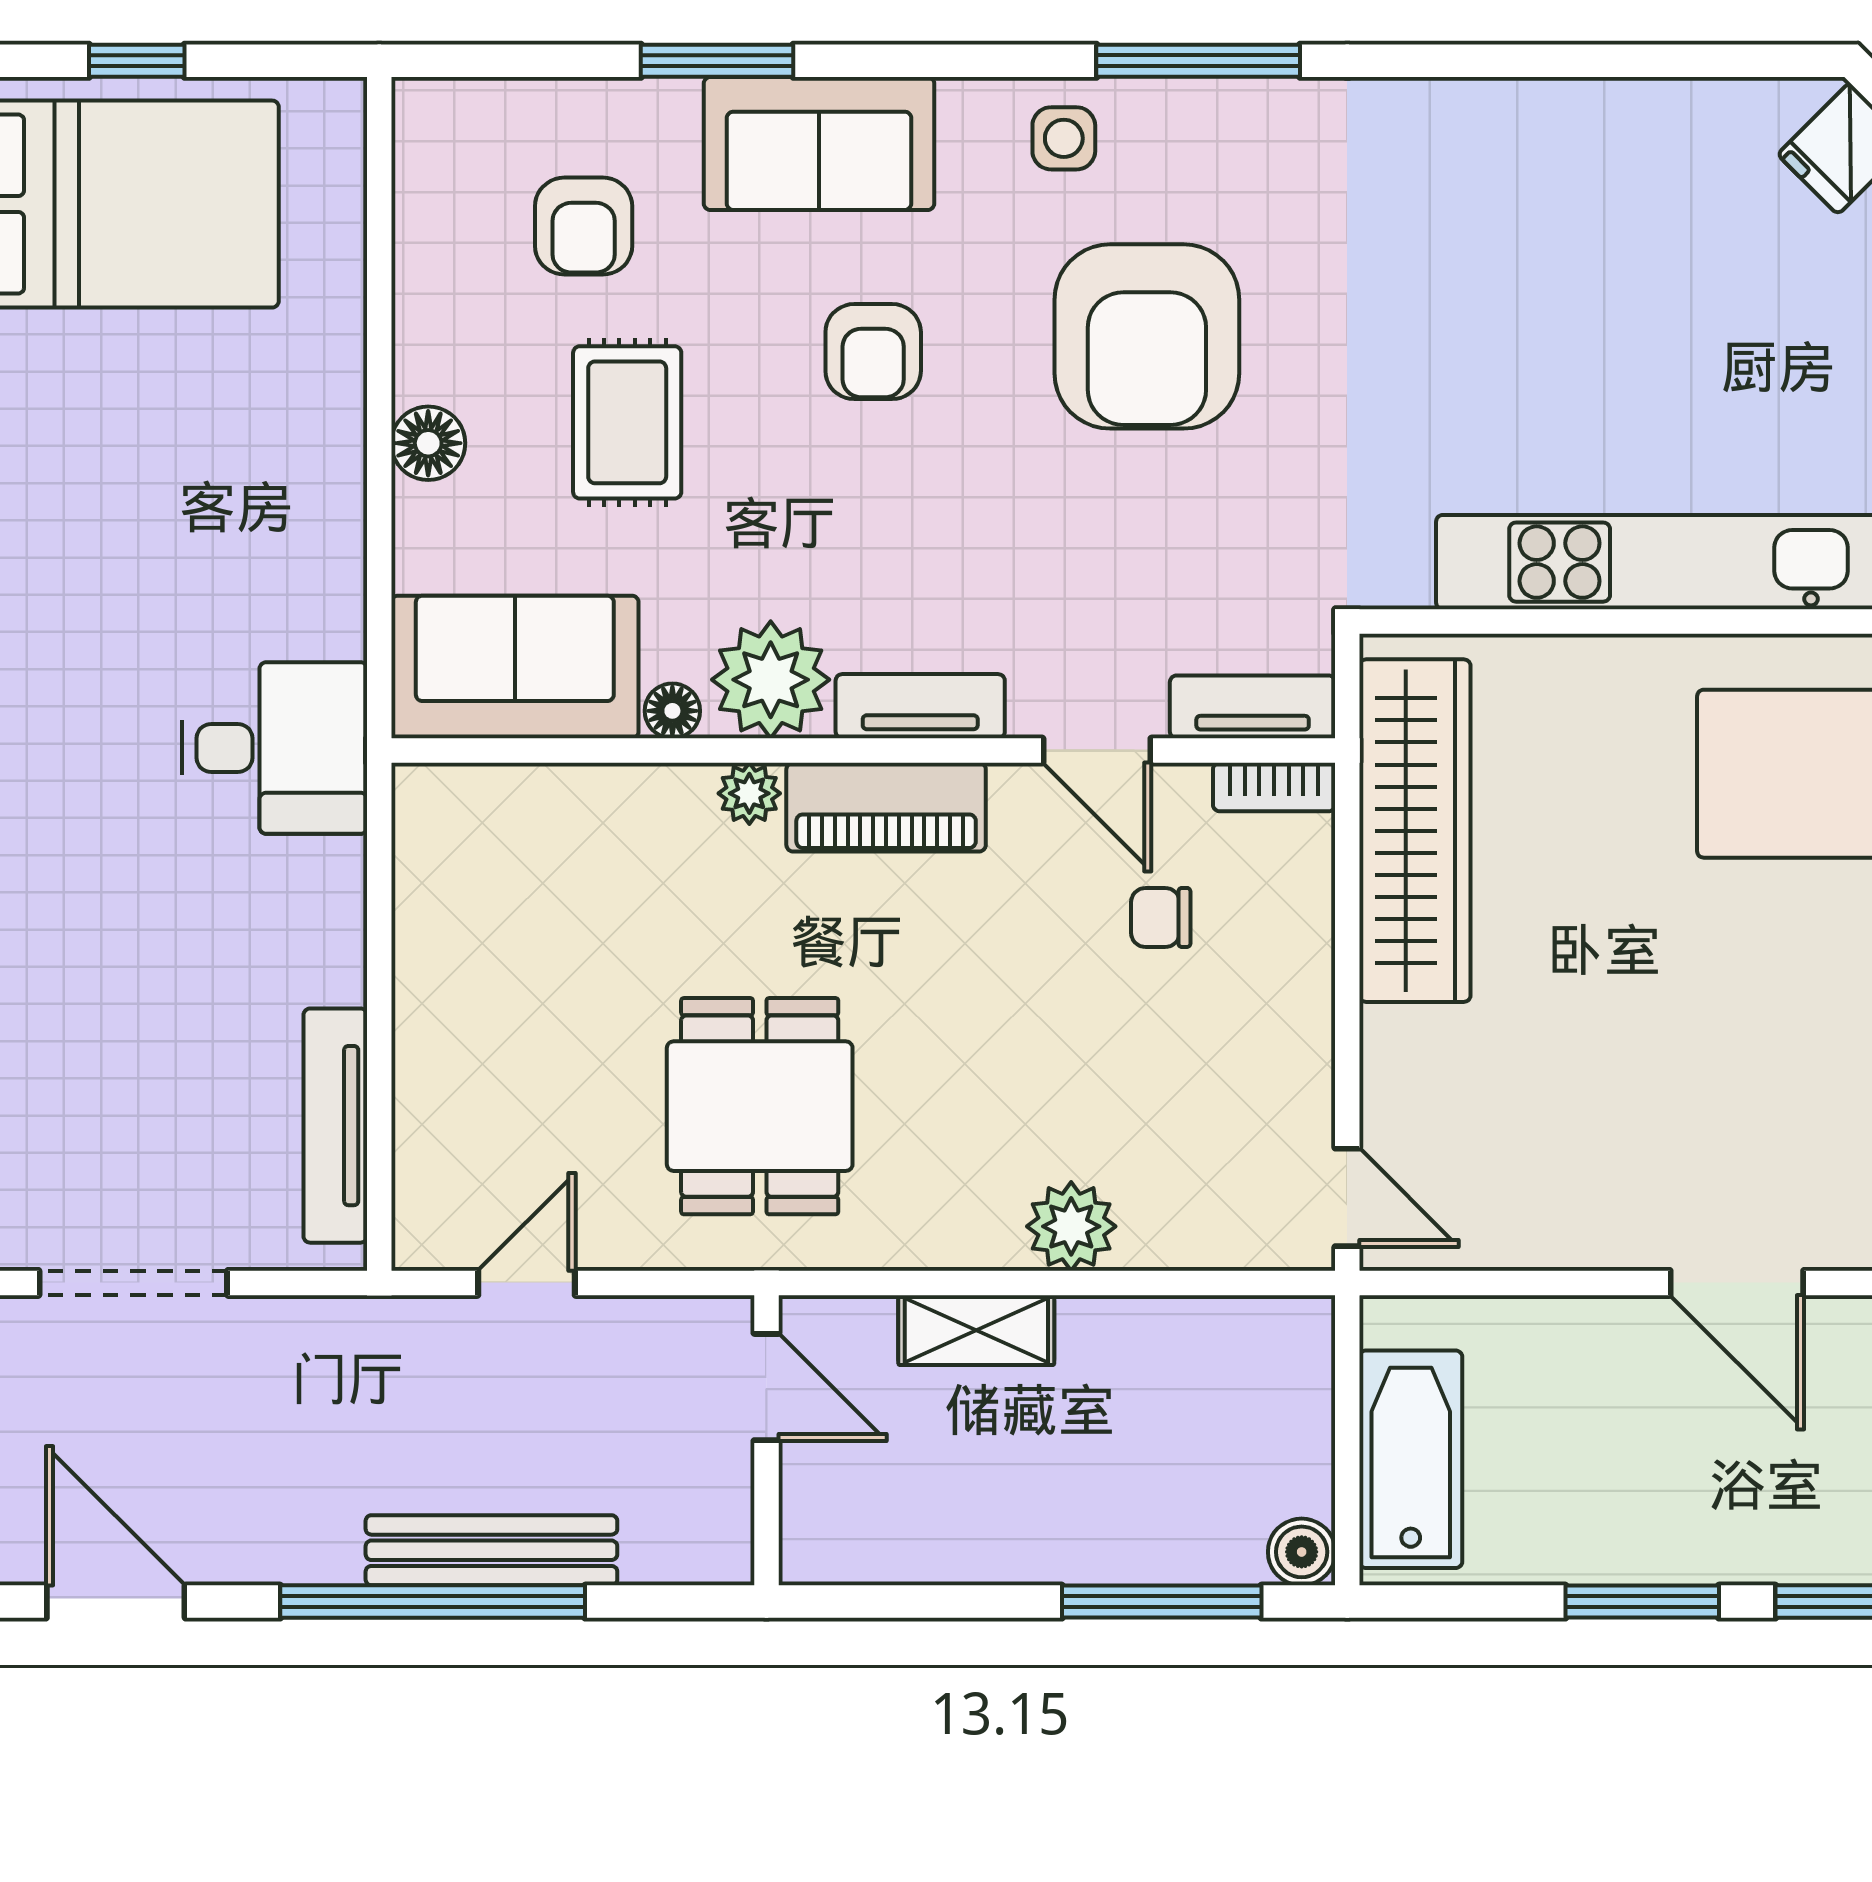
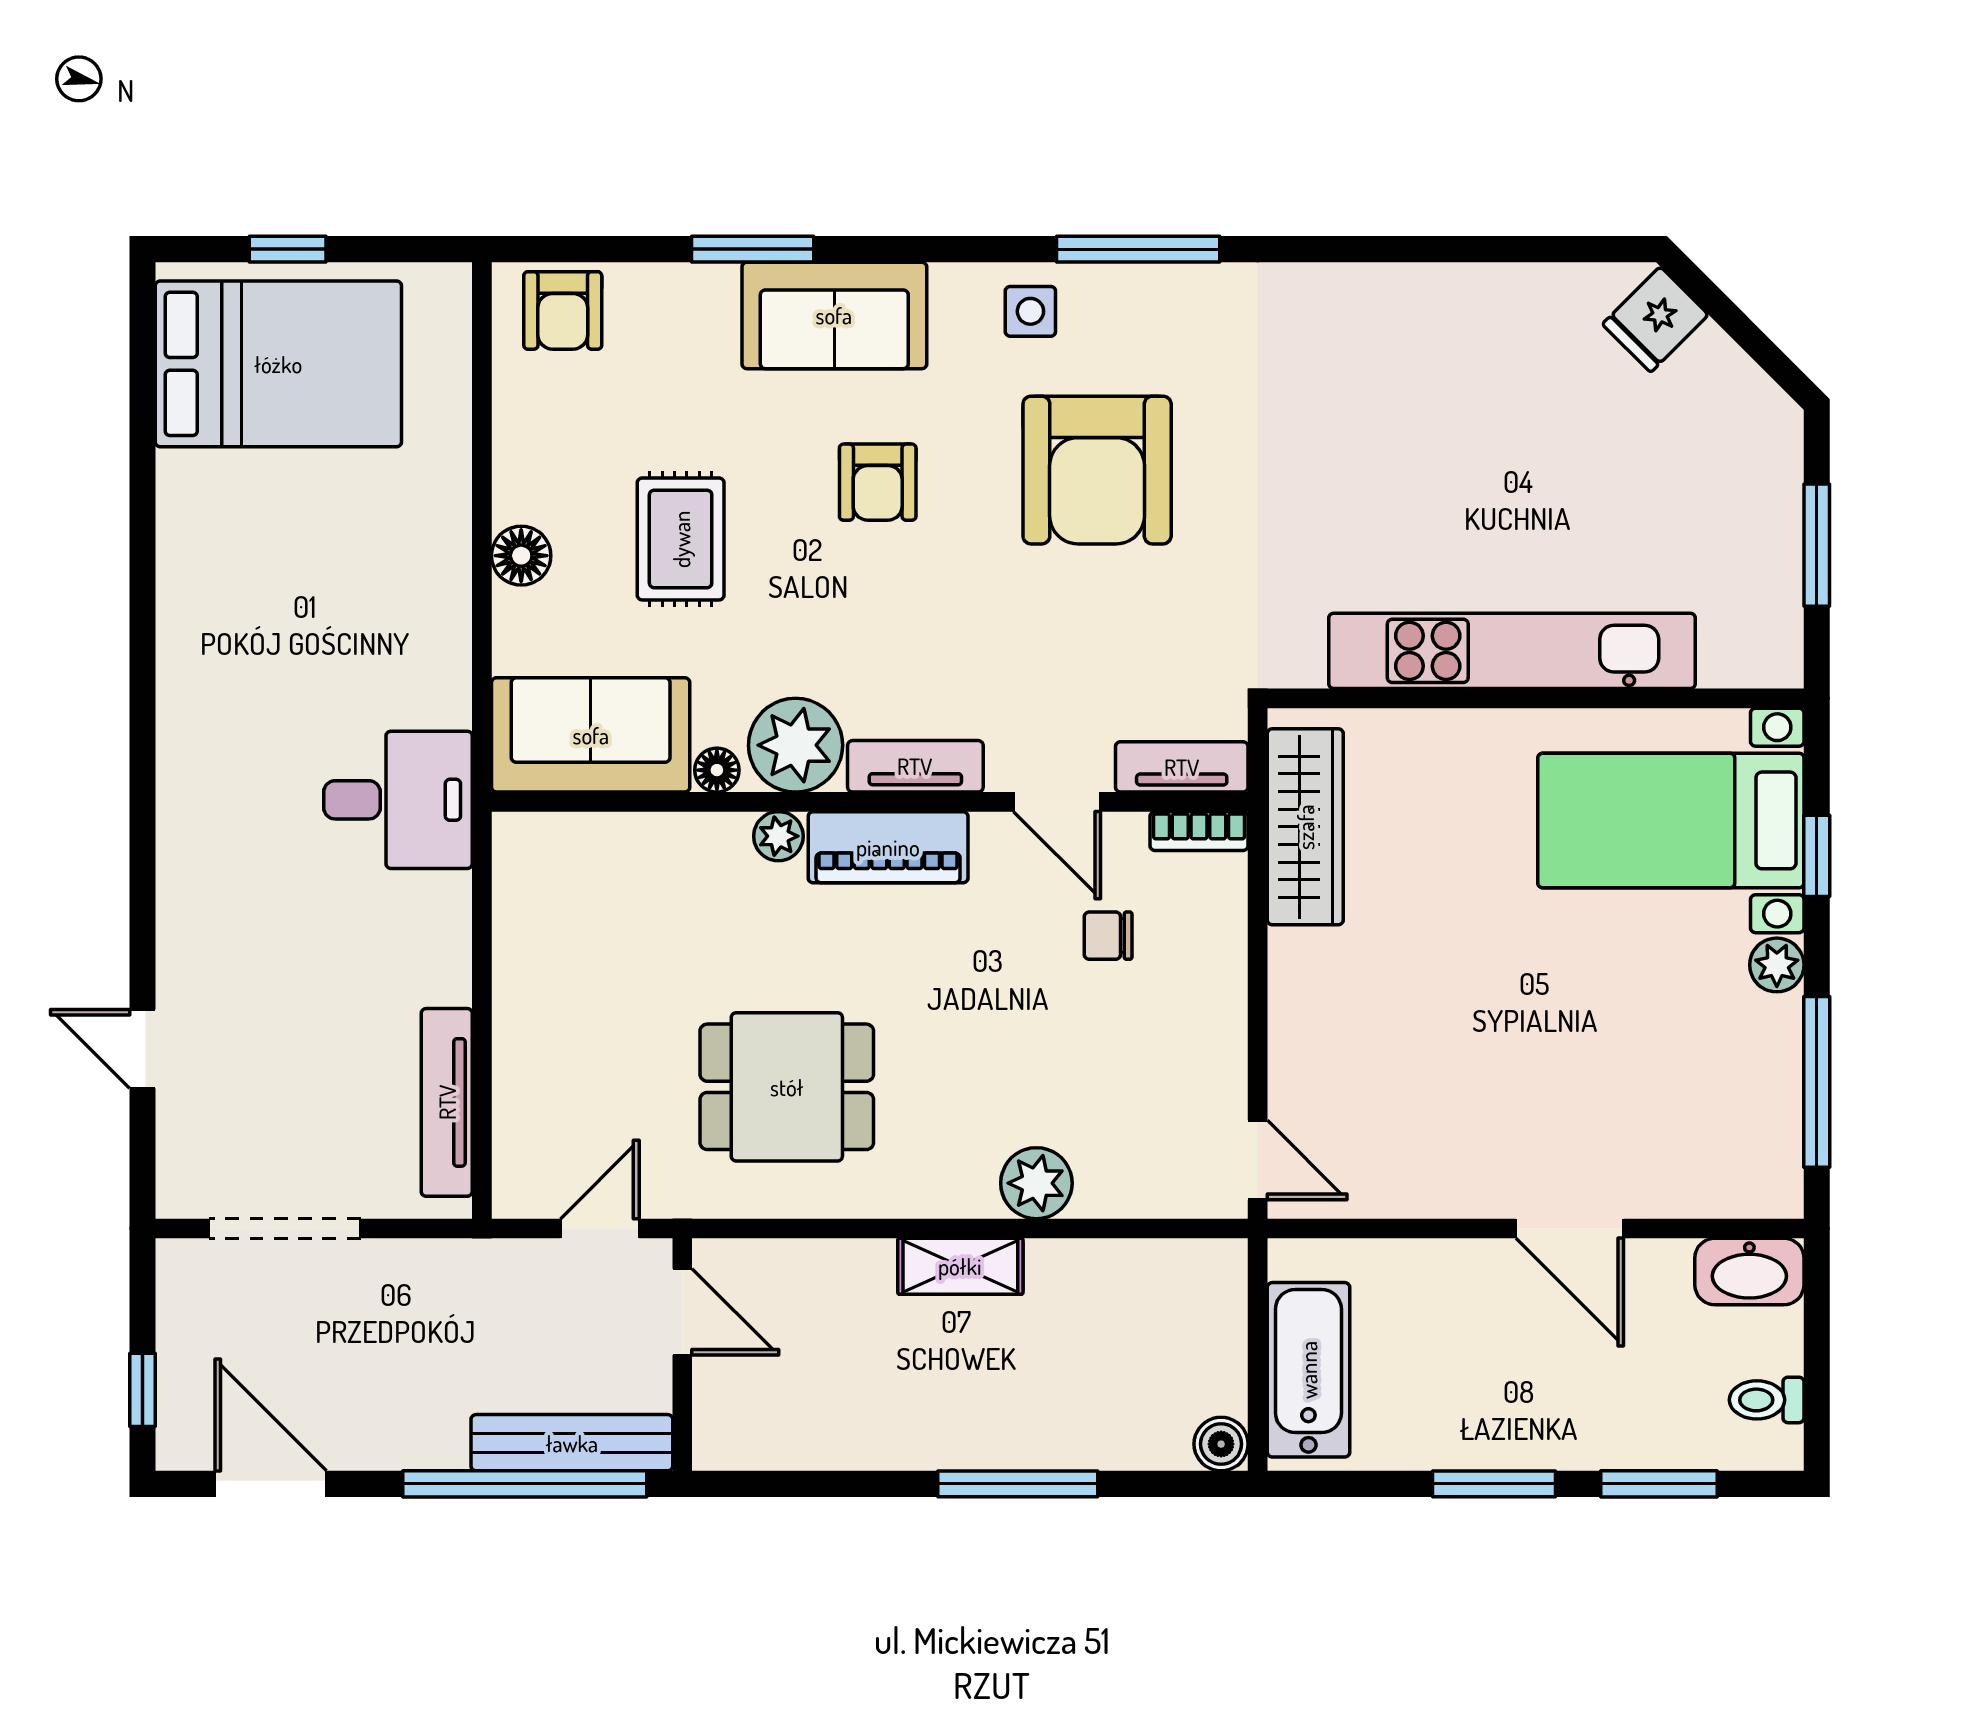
armchair: (584, 226) -> (563, 310), moved
wardrobe: (1415, 831) -> (1305, 827), width x0.71, depth x0.85
dining table: (760, 1106) -> (787, 1087), turned 90
door: (766, 1387) -> (682, 1312), moved
wall: (766, 1440) -> (682, 1355), moved
window: (1162, 1602) -> (1018, 1484), moved

